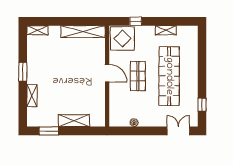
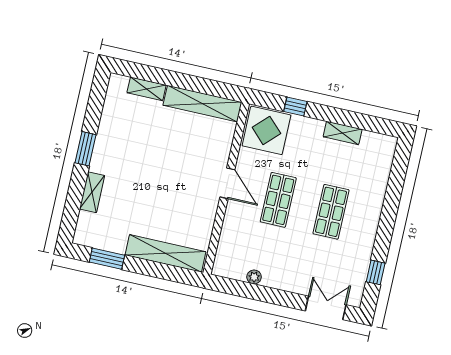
shelving: (38, 30) -> (147, 89), moved
shop shelf: (169, 76) -> (331, 212), width x0.50, depth x0.74
shelving: (74, 121) -> (166, 253), width x1.47

